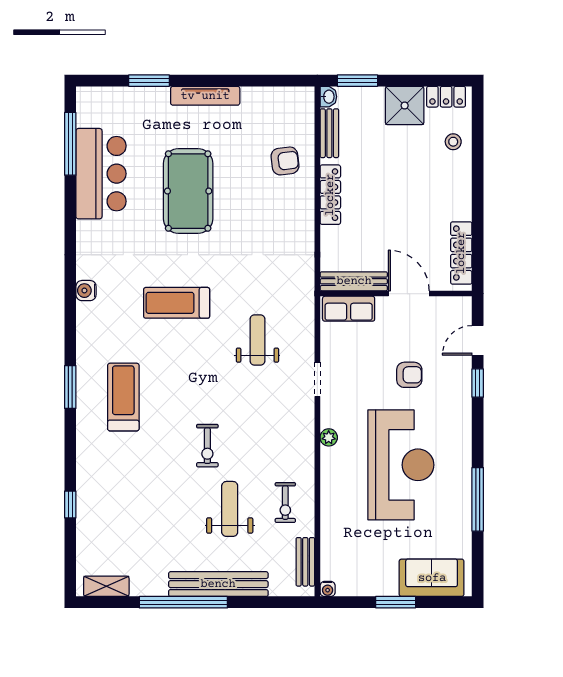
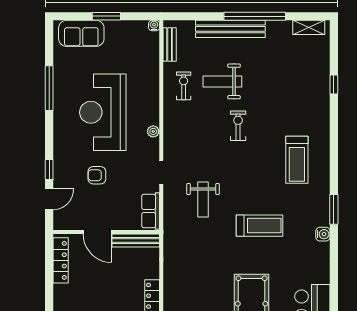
row of seats: (349, 309) -> (151, 211), moved, turned -90
window: (70, 387) -> (334, 209), moved
weight bench: (230, 509) -> (222, 81), turned 90

